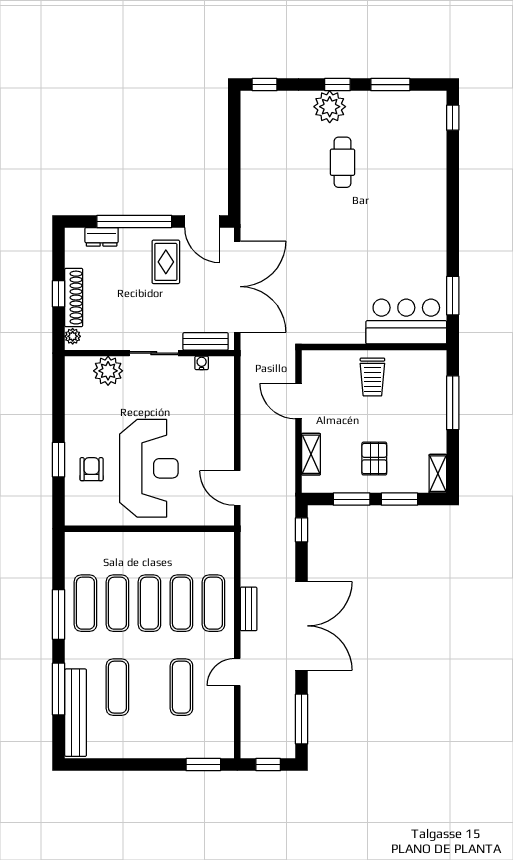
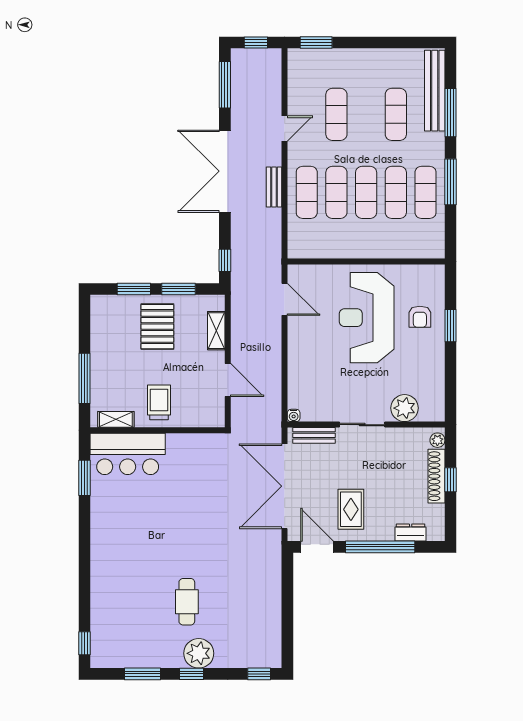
water cooler: (202, 363) -> (294, 415), moved
pallet: (374, 459) -> (157, 327), width x1.50, depth x1.42
shelving: (438, 474) -> (116, 419), moved, turned 90

